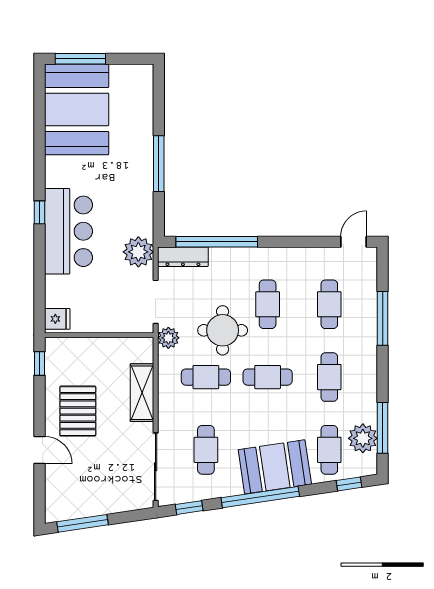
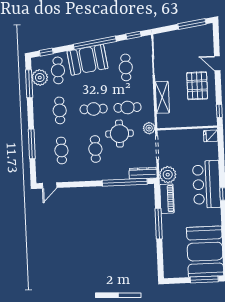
piano: (142, 208) -> (167, 199), added

